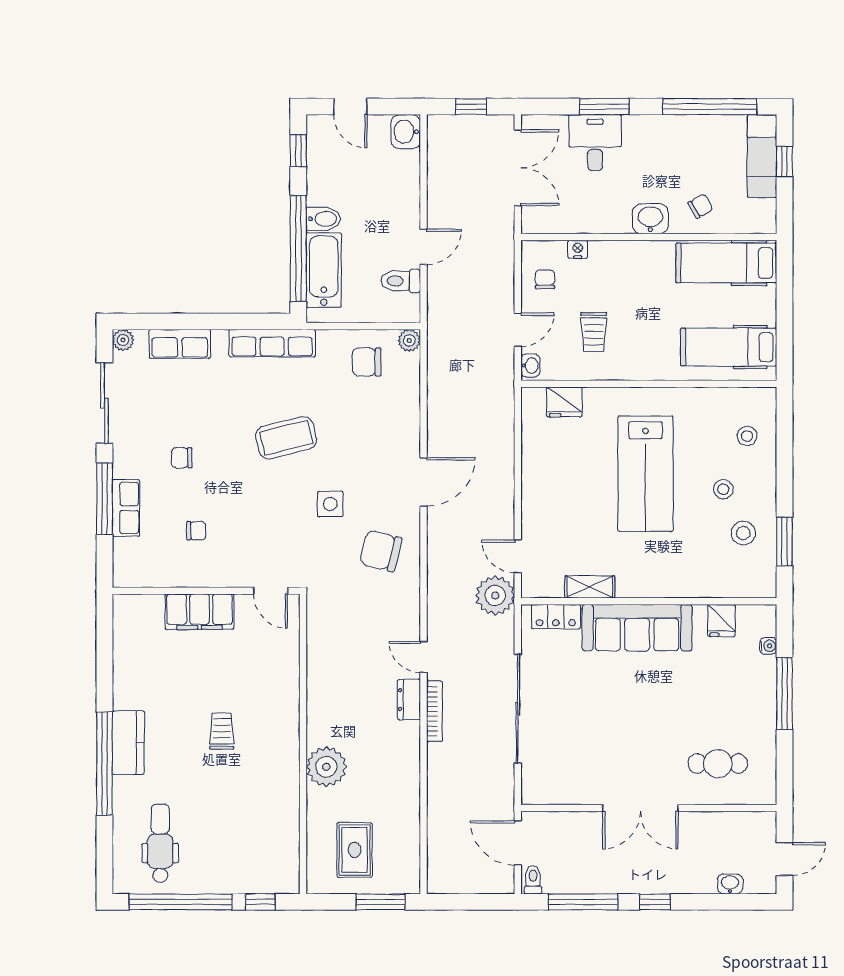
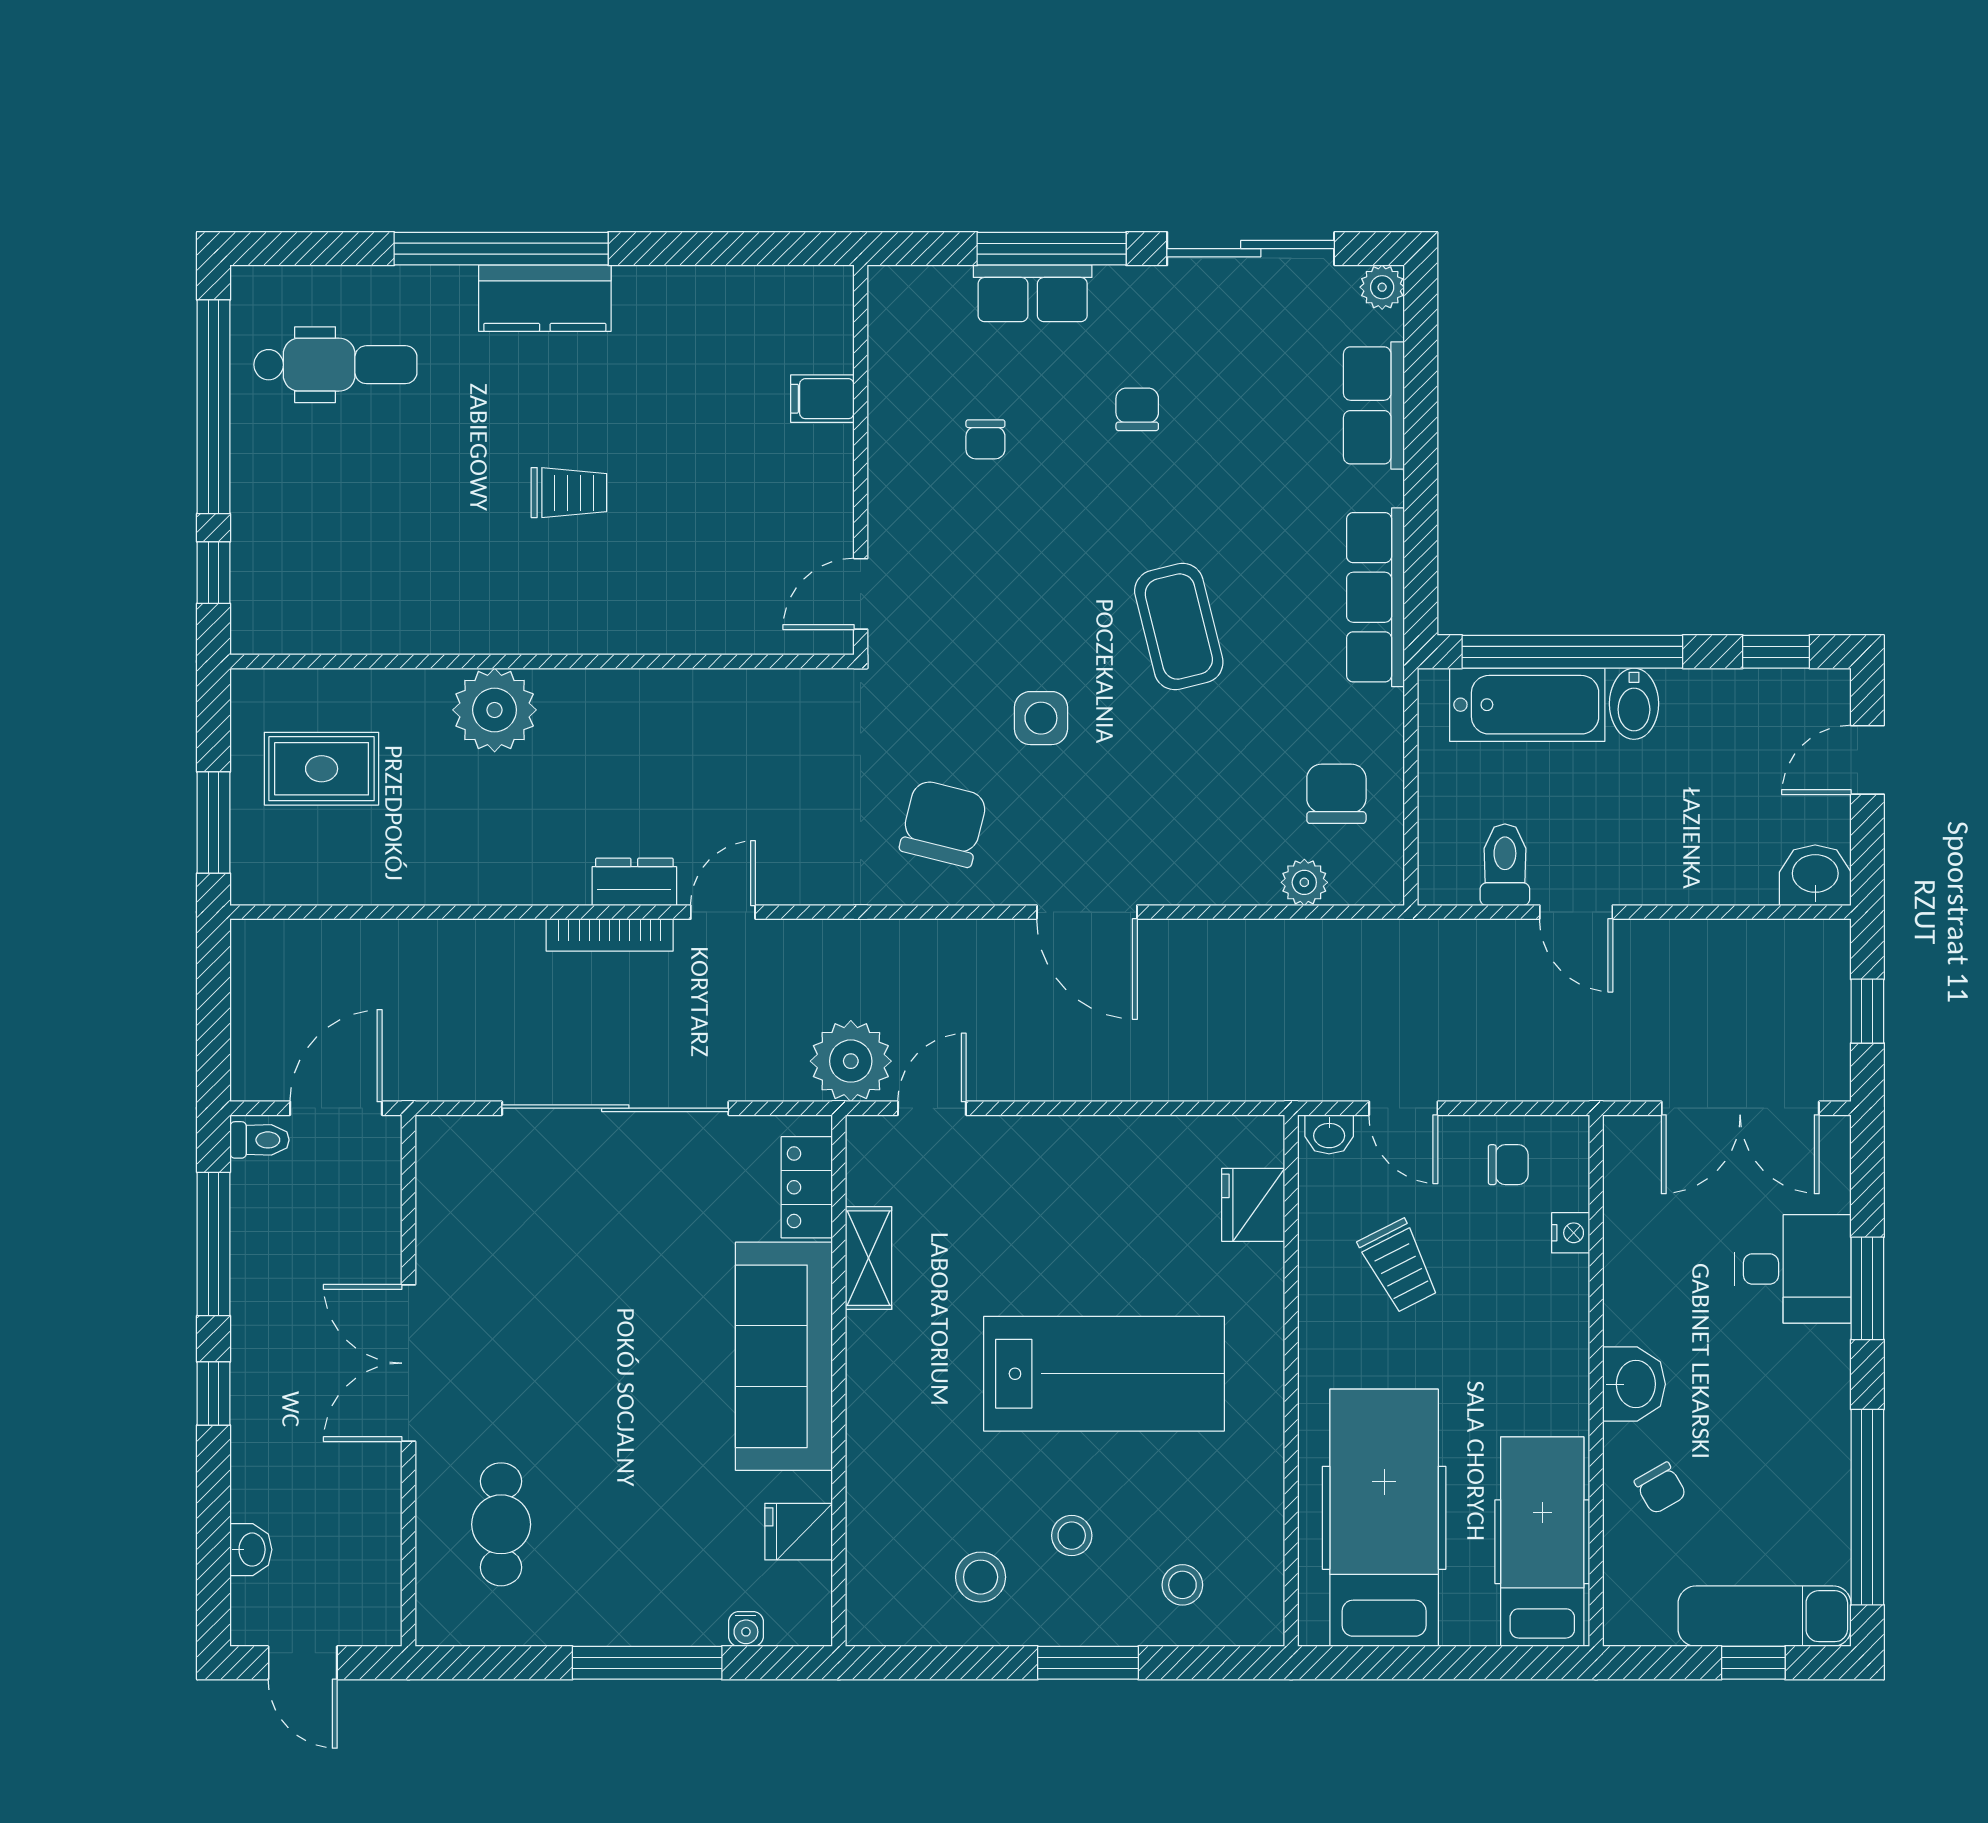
trolley: (594, 332) -> (1399, 1266), turned -117
plant: (409, 340) -> (1304, 882), moved
hospital bed: (729, 347) -> (1384, 1518), width x1.37, depth x1.29
lab bench: (645, 474) -> (1104, 1374), turned 180
window: (784, 542) -> (1088, 1663), moved
filing cabinet: (200, 612) -> (822, 399), width x0.33, depth x0.86

